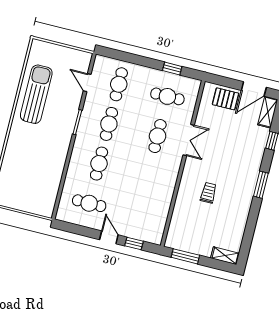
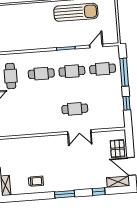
window: (132, 58) -> (124, 72), added
cafe table: (167, 96) -> (105, 107), removed
trolley: (208, 193) -> (36, 181), moved

